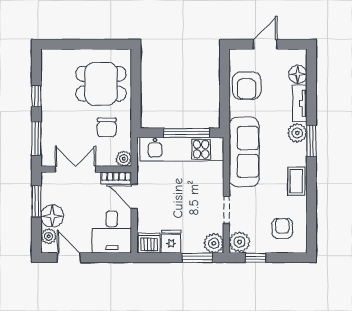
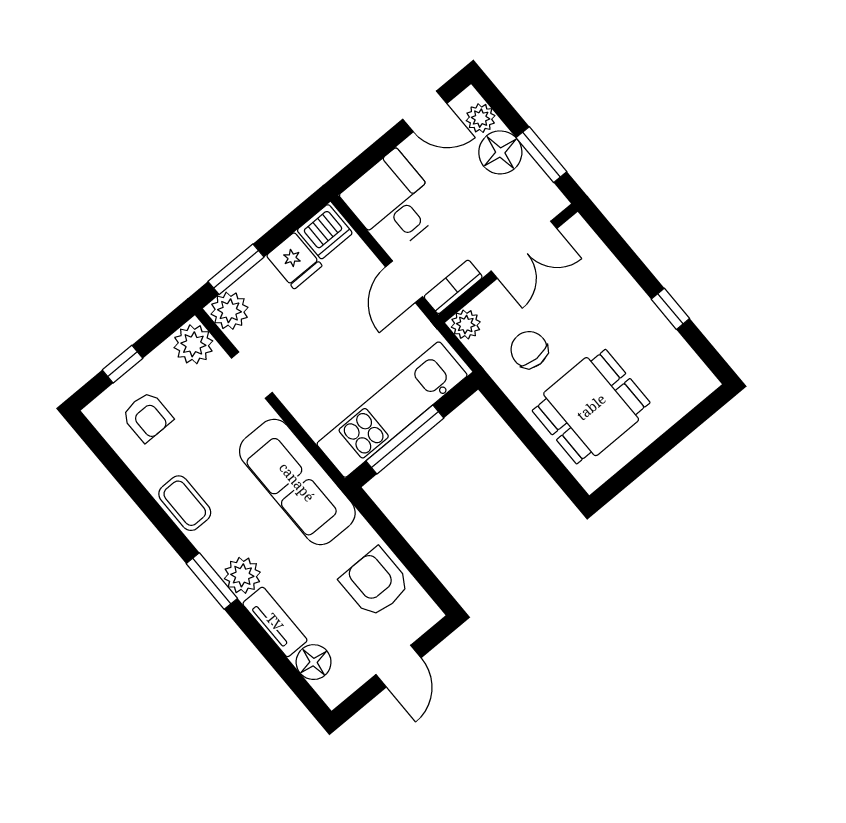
window: (36, 138) -> (619, 247), removed
door: (134, 196) -> (404, 282), swing flipped
window: (255, 258) -> (123, 364), moved

